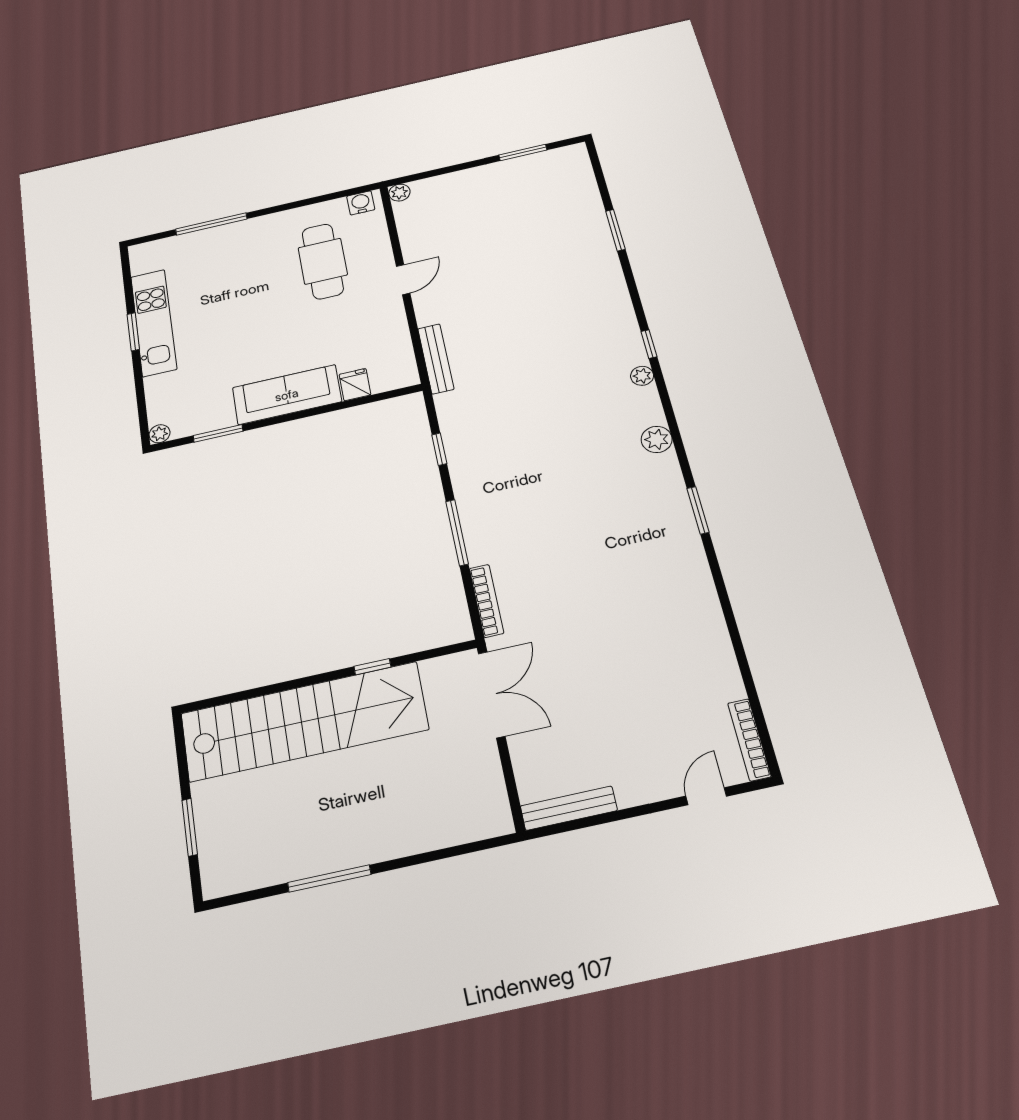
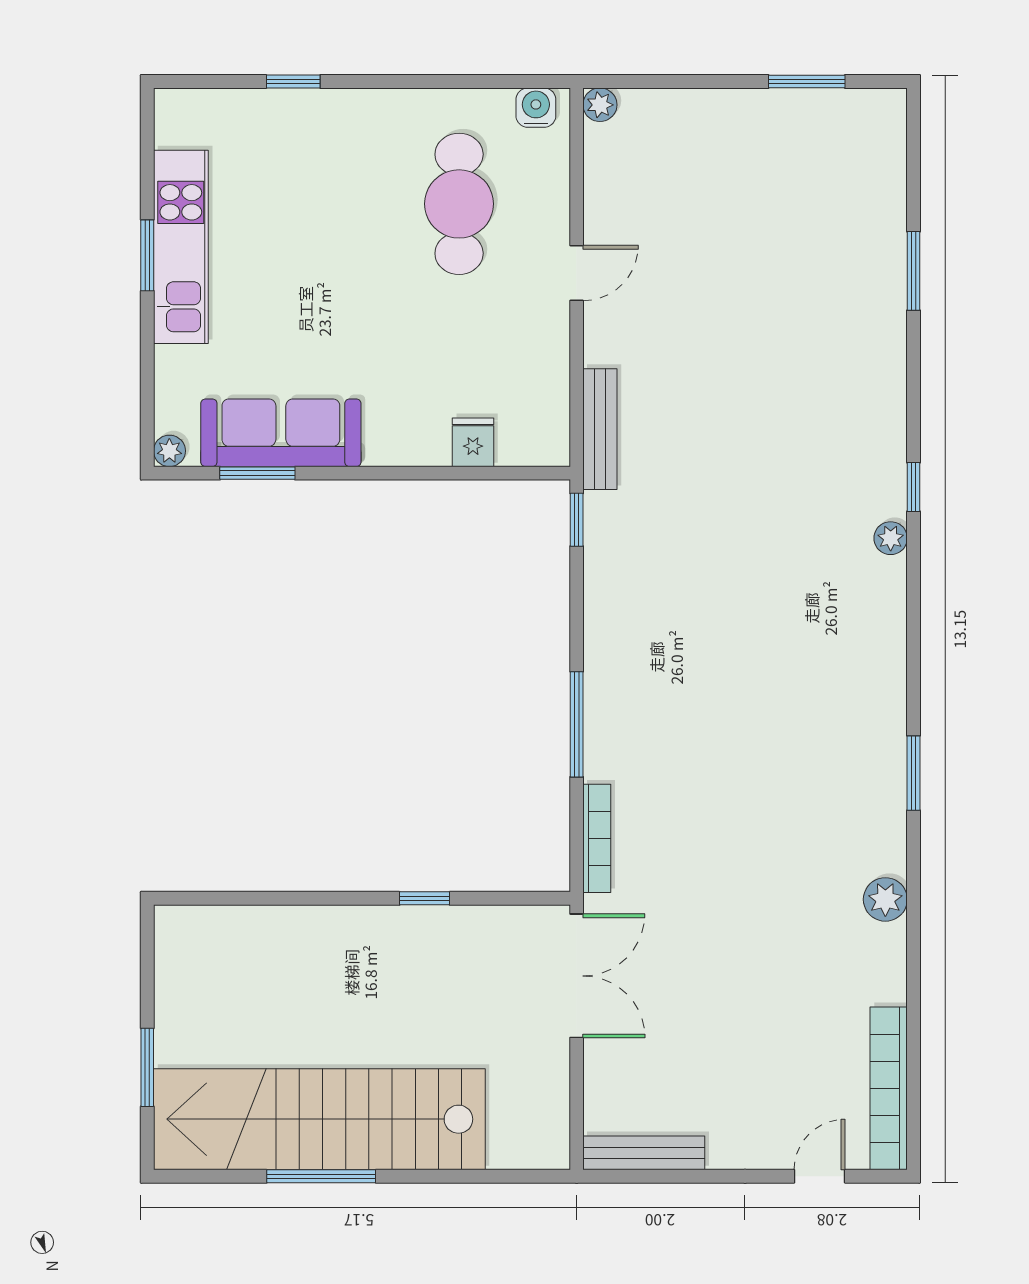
window: (211, 224) -> (293, 82), width x0.46
sofa: (287, 395) -> (281, 433), moved
plant: (657, 439) -> (885, 899), moved
window: (439, 449) -> (577, 520), moved
stairs: (304, 721) -> (319, 1119), moved, turned 180
bookcase: (749, 740) -> (889, 1088), width x1.48, depth x1.31

